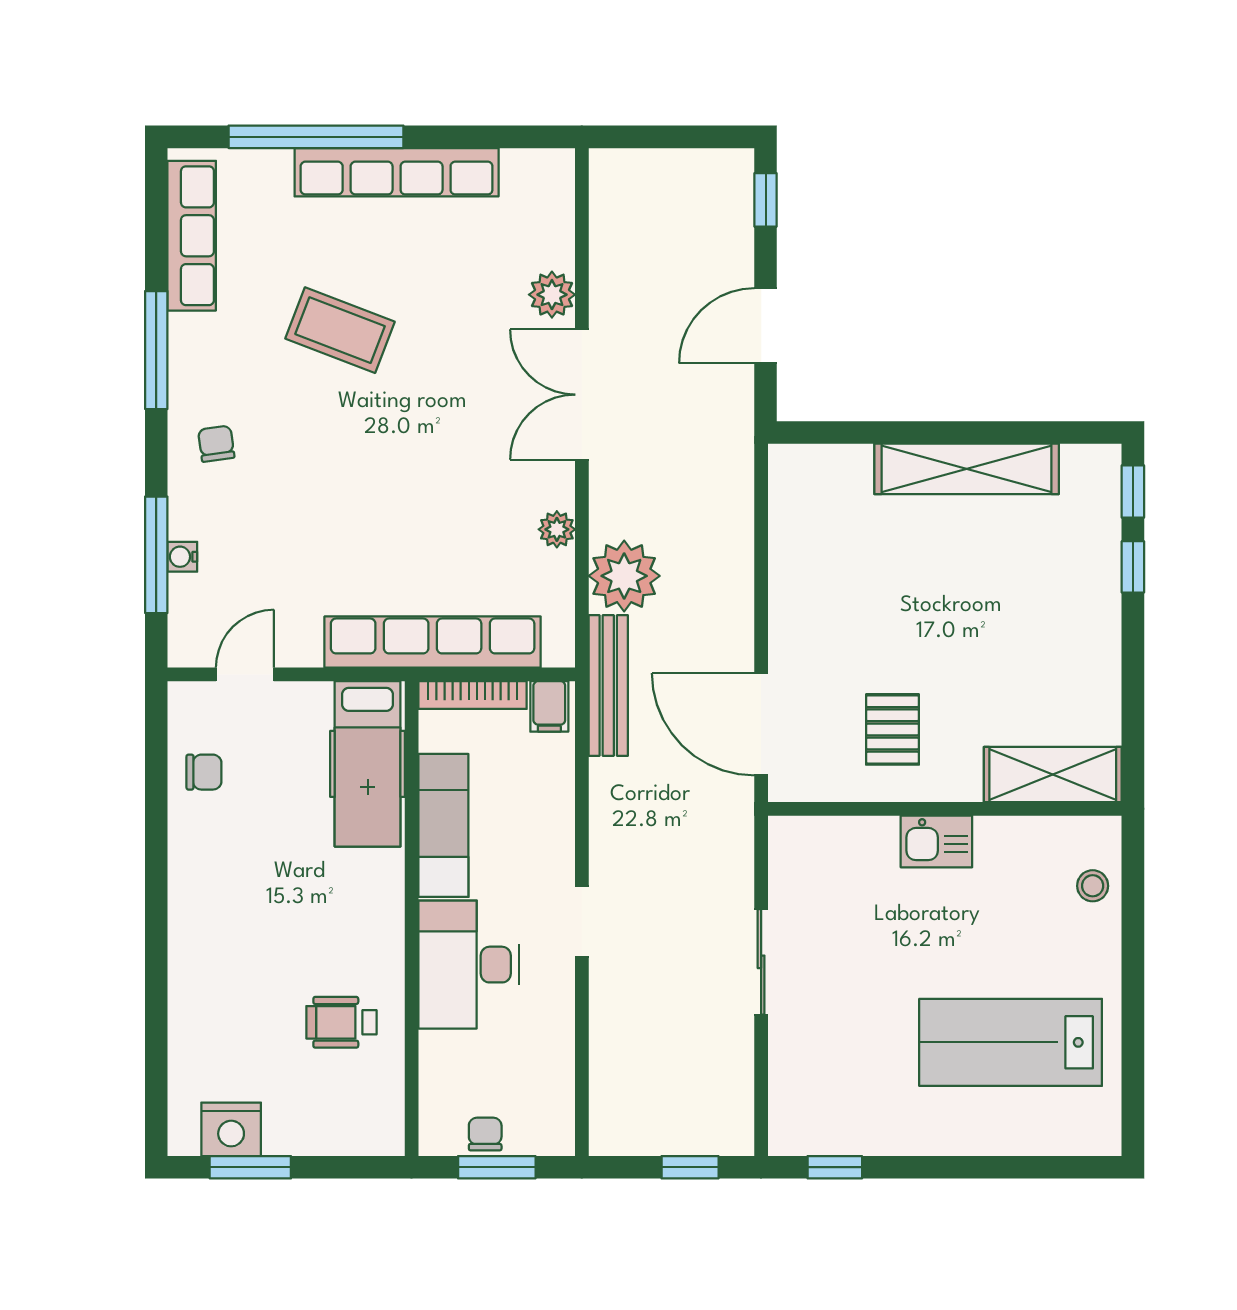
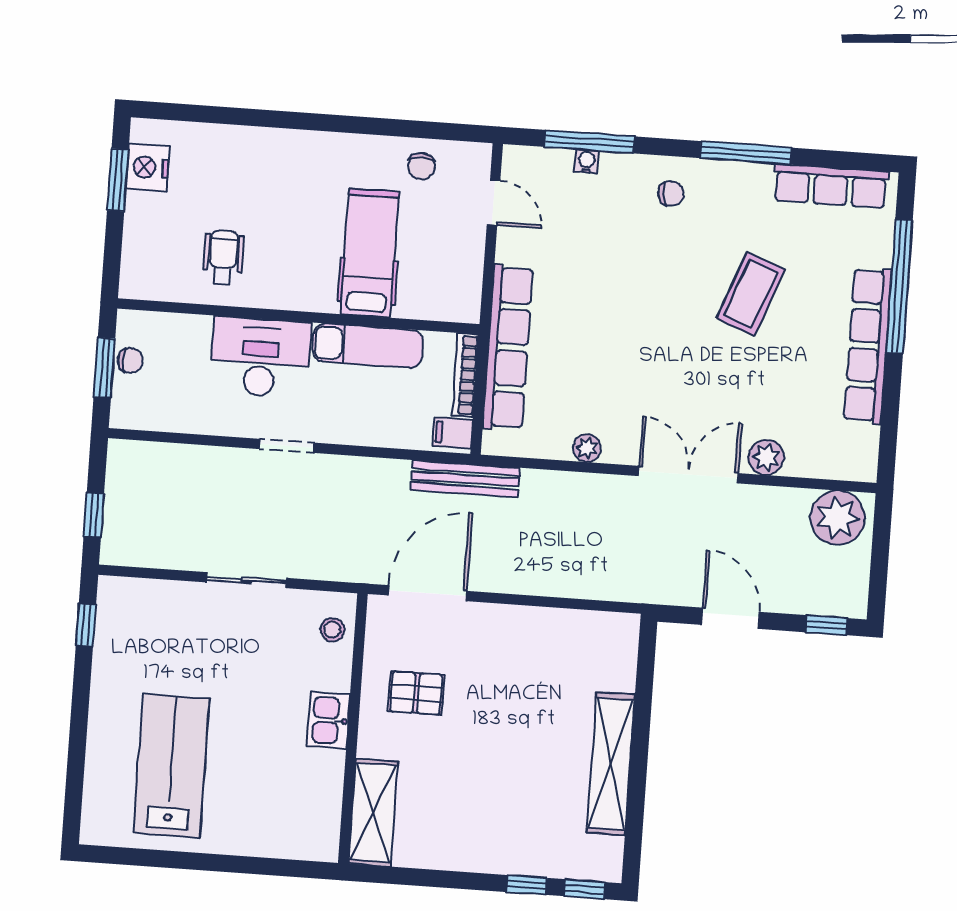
plant: (624, 576) -> (838, 518), moved
hospital bed: (368, 764) -> (370, 253), moved, turned 90
stool: (1093, 886) -> (332, 630), moved

